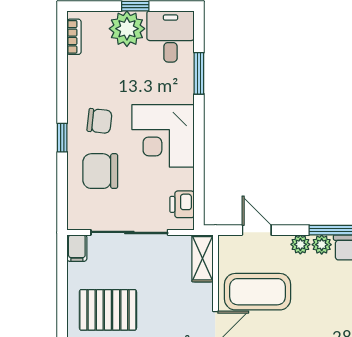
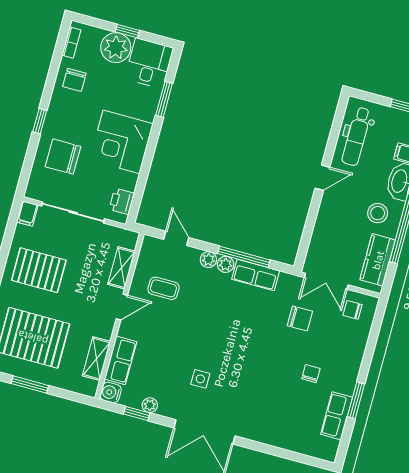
chair: (100, 121) -> (74, 80), moved, turned 84
shelving: (202, 258) -> (121, 268), moved
coffee table: (258, 292) -> (163, 288), width x0.54, depth x0.58

